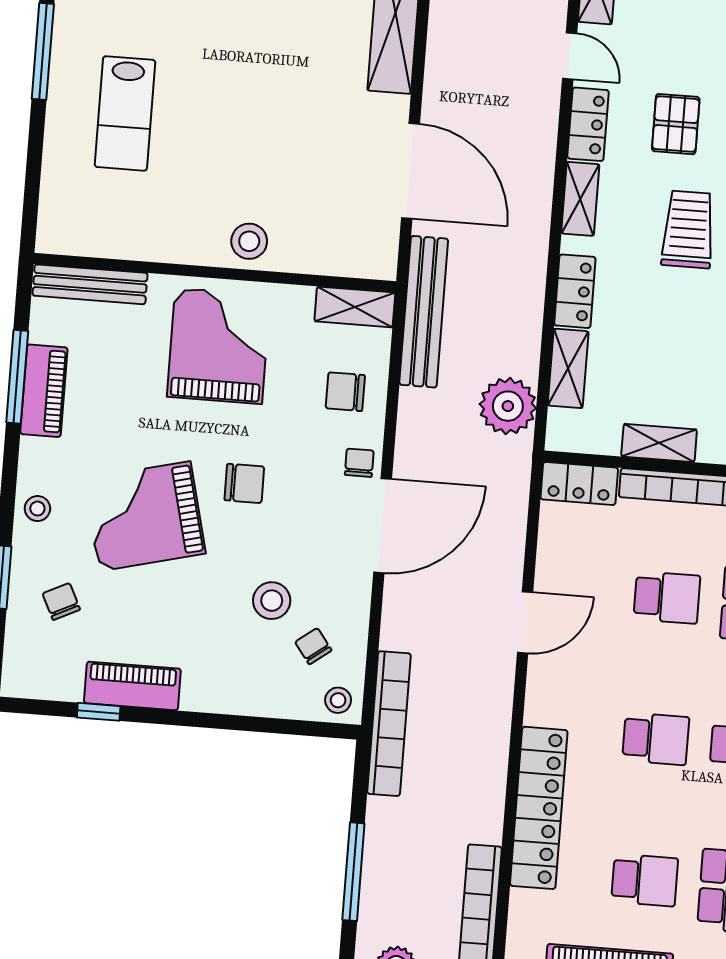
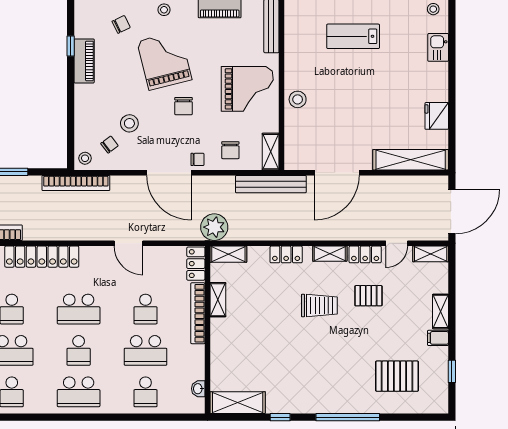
shelving: (568, 368) -> (228, 254), moved
chair: (345, 392) -> (230, 150), turned 180
plant: (508, 406) -> (214, 227), moved
school desk: (656, 739) -> (79, 309), width x1.85

